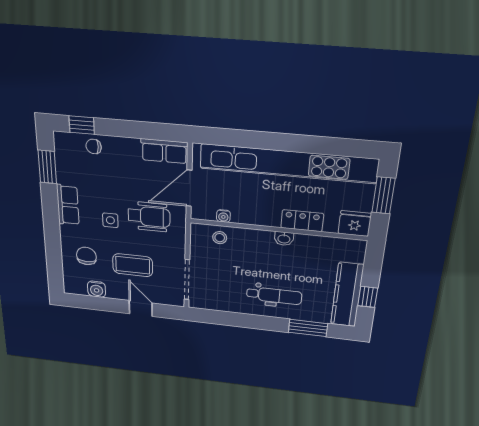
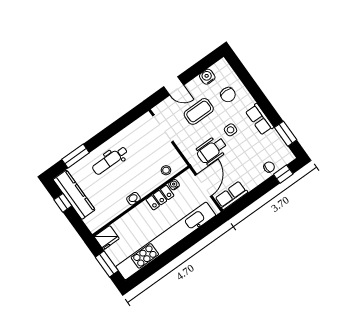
locker: (302, 221) -> (160, 198), moved

